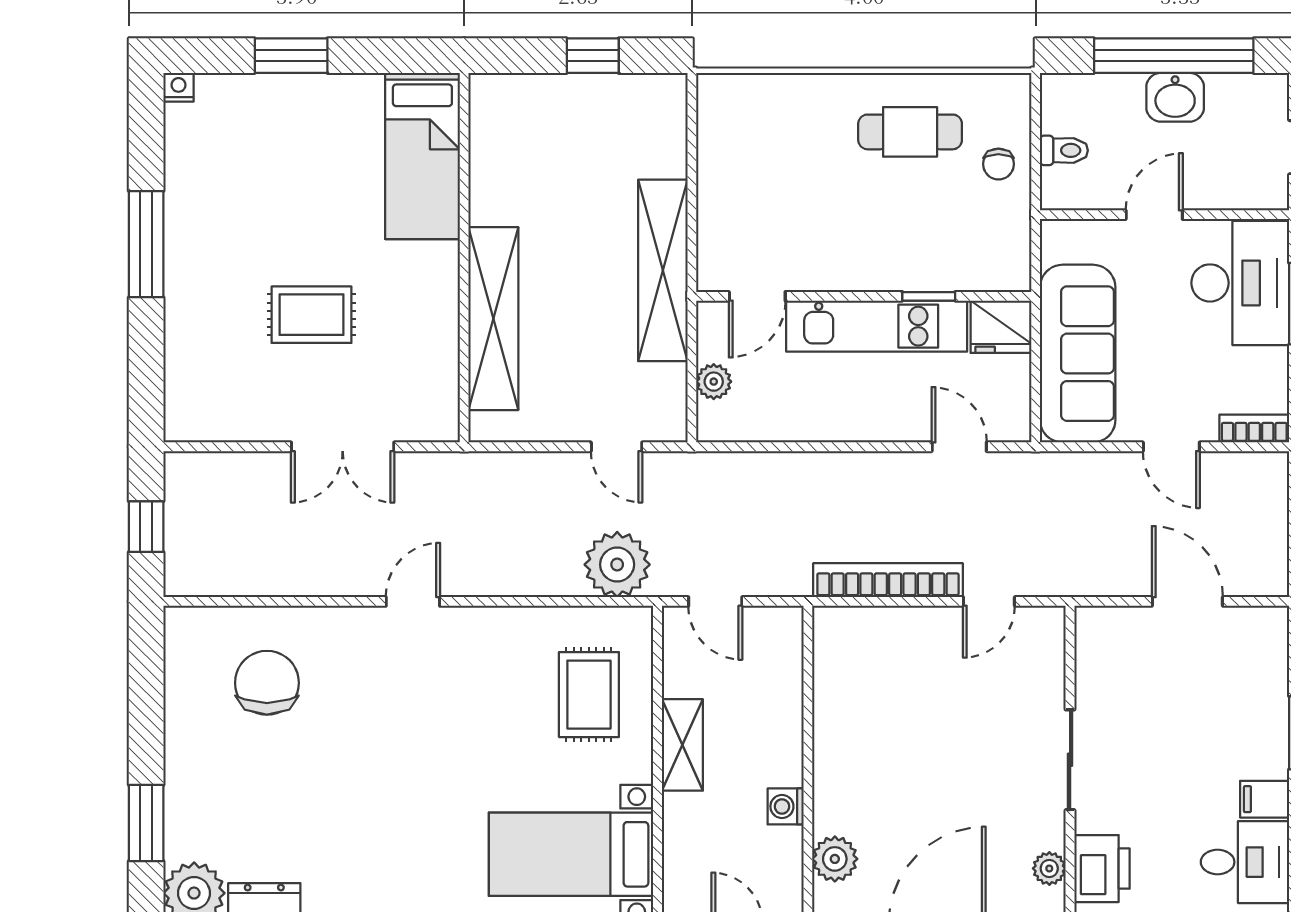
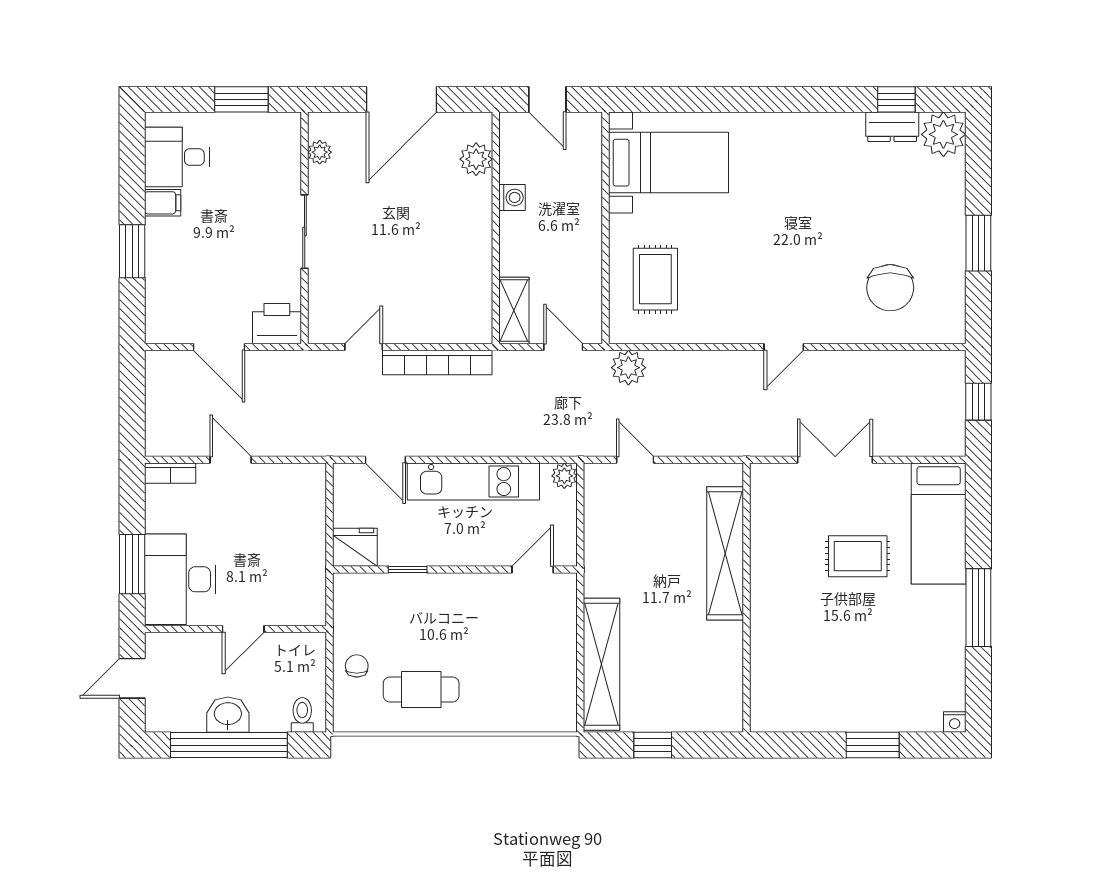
toilet: (1064, 150) -> (302, 715), moved, turned 90
bed: (422, 156) -> (939, 524), moved, turned 180
shelving: (663, 270) -> (601, 664), moved
kitchen unit: (877, 326) -> (473, 482), moved, turned 180
sofa: (1078, 354) -> (299, 528), removed
plant: (714, 382) -> (564, 476), moved
plant: (617, 565) -> (628, 368), width x0.73, depth x0.73
shelving: (682, 745) -> (514, 311), moved
window: (146, 823) -> (978, 243), moved
printer: (1102, 869) -> (277, 324), moved, turned 90

